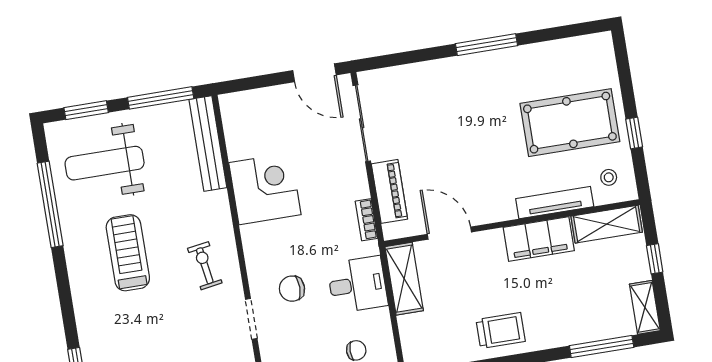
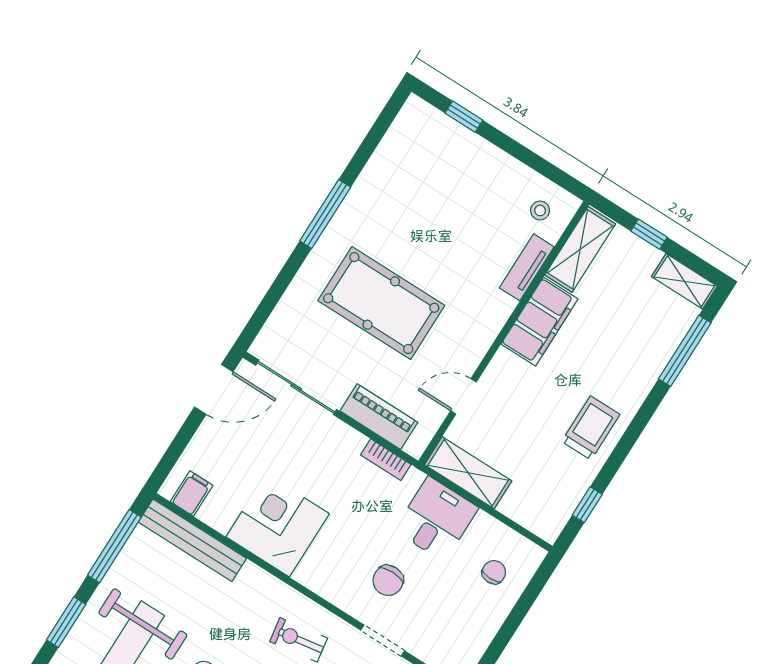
filing cabinet: (237, 117) -> (192, 493), added
pool table: (570, 123) -> (381, 303), moved, turned 90
window: (634, 133) -> (464, 117), moved
tv unit: (555, 203) -> (527, 267), width x0.71
door: (449, 233) -> (463, 396), width x0.73

